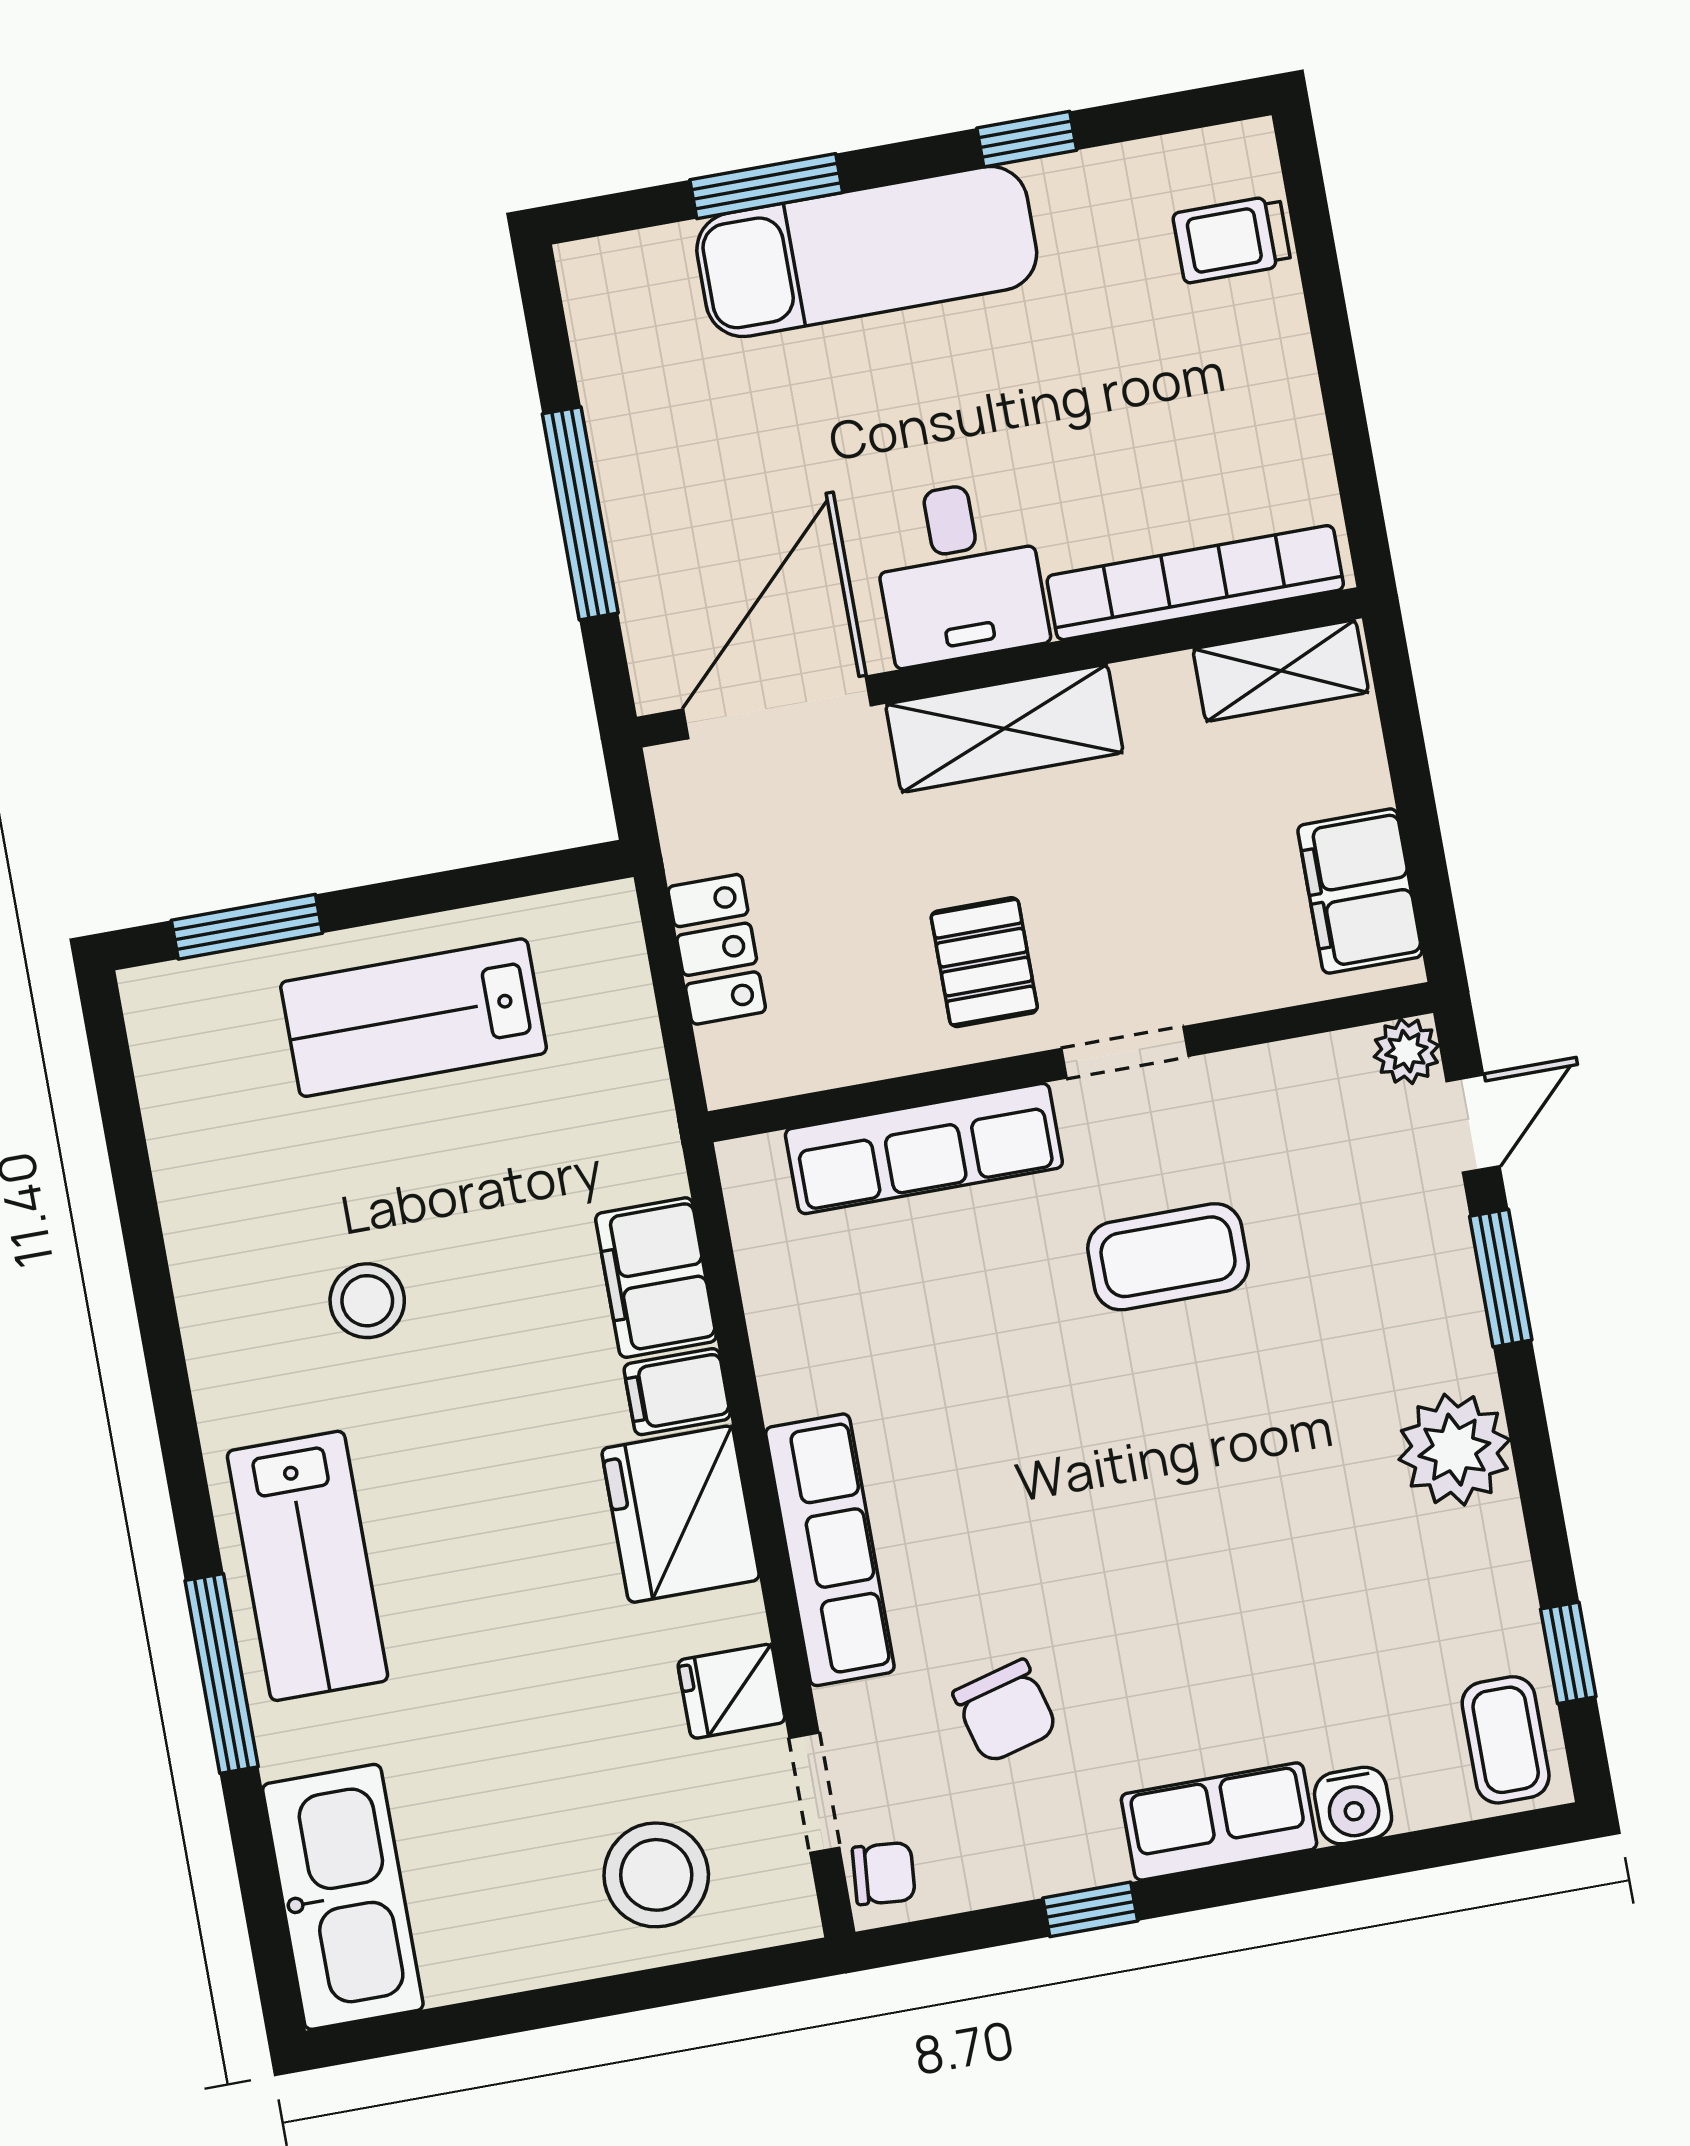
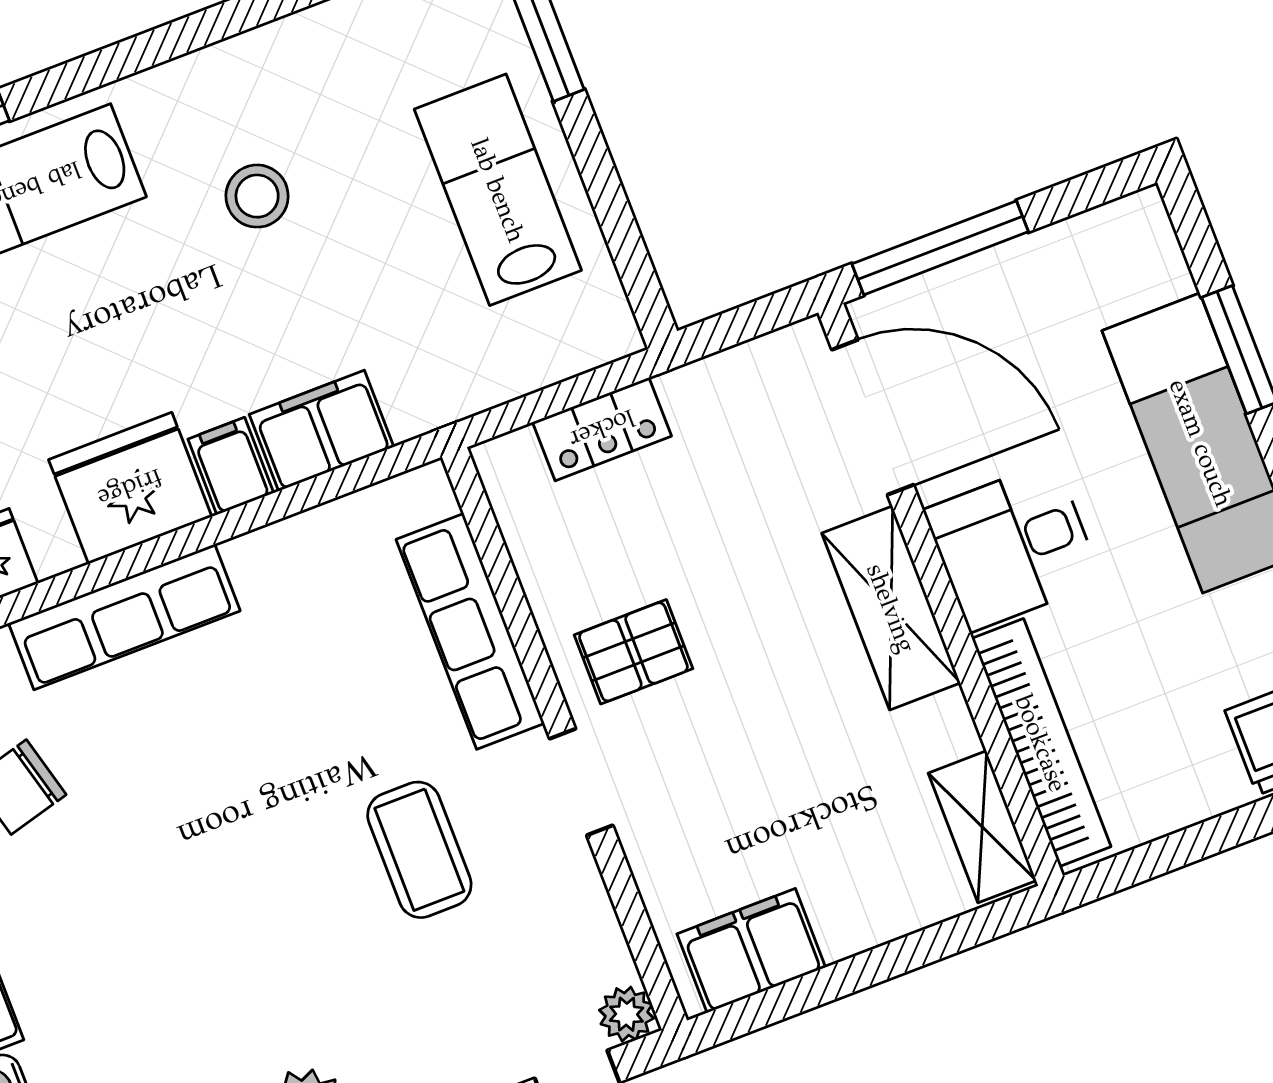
desk: (959, 572) -> (1013, 546), moved
bookcase: (1195, 583) -> (1041, 743), moved
wall: (999, 667) -> (941, 594), moved
shelving: (1281, 671) -> (982, 827), moved
door: (777, 707) -> (873, 417), moved
shelving: (1004, 728) -> (891, 608), moved

